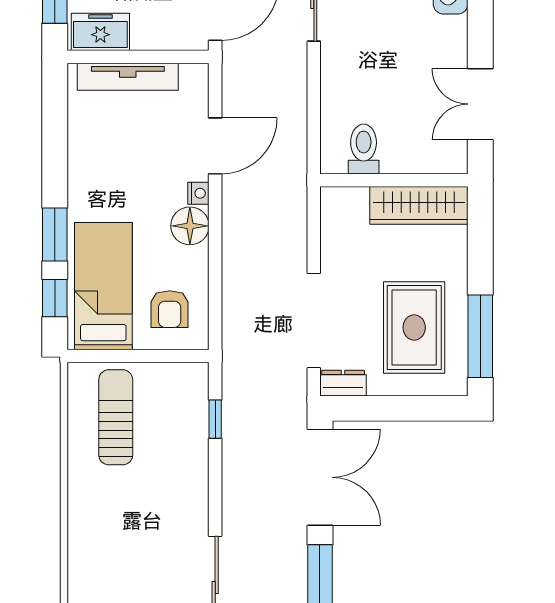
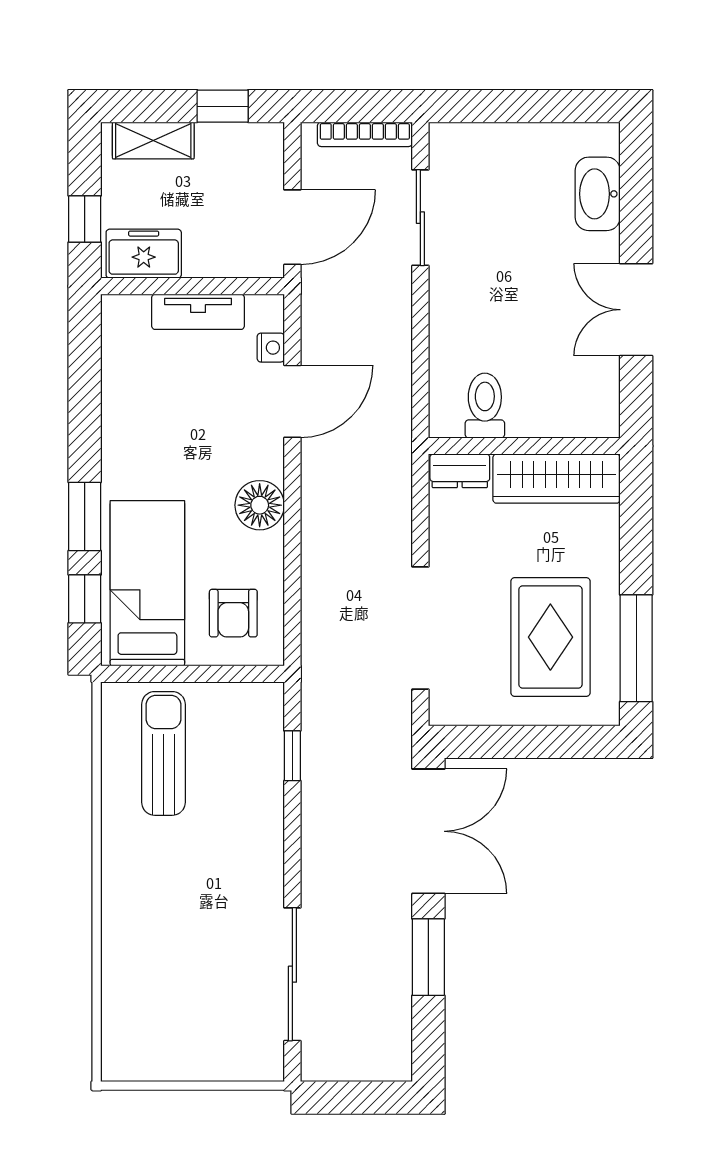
tv unit: (128, 77) -> (198, 312), width x0.71
double door: (480, 104) -> (636, 310), moved
nightstand: (198, 193) -> (271, 348), moved
dresser: (343, 383) -> (460, 471), moved, turned 180

